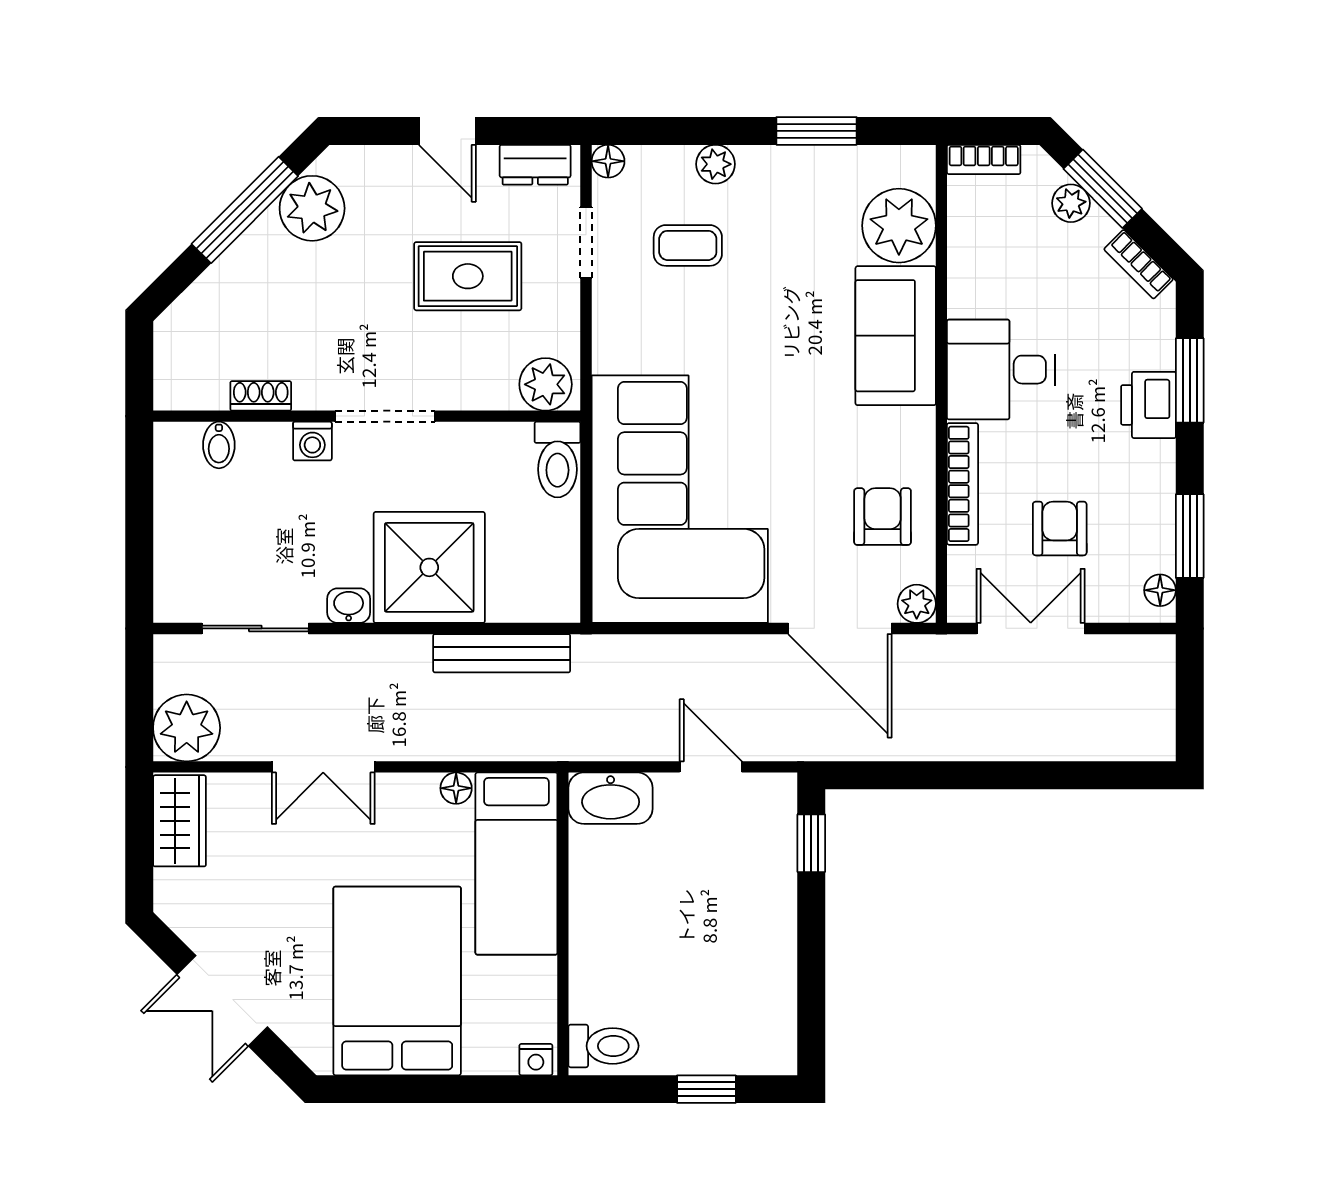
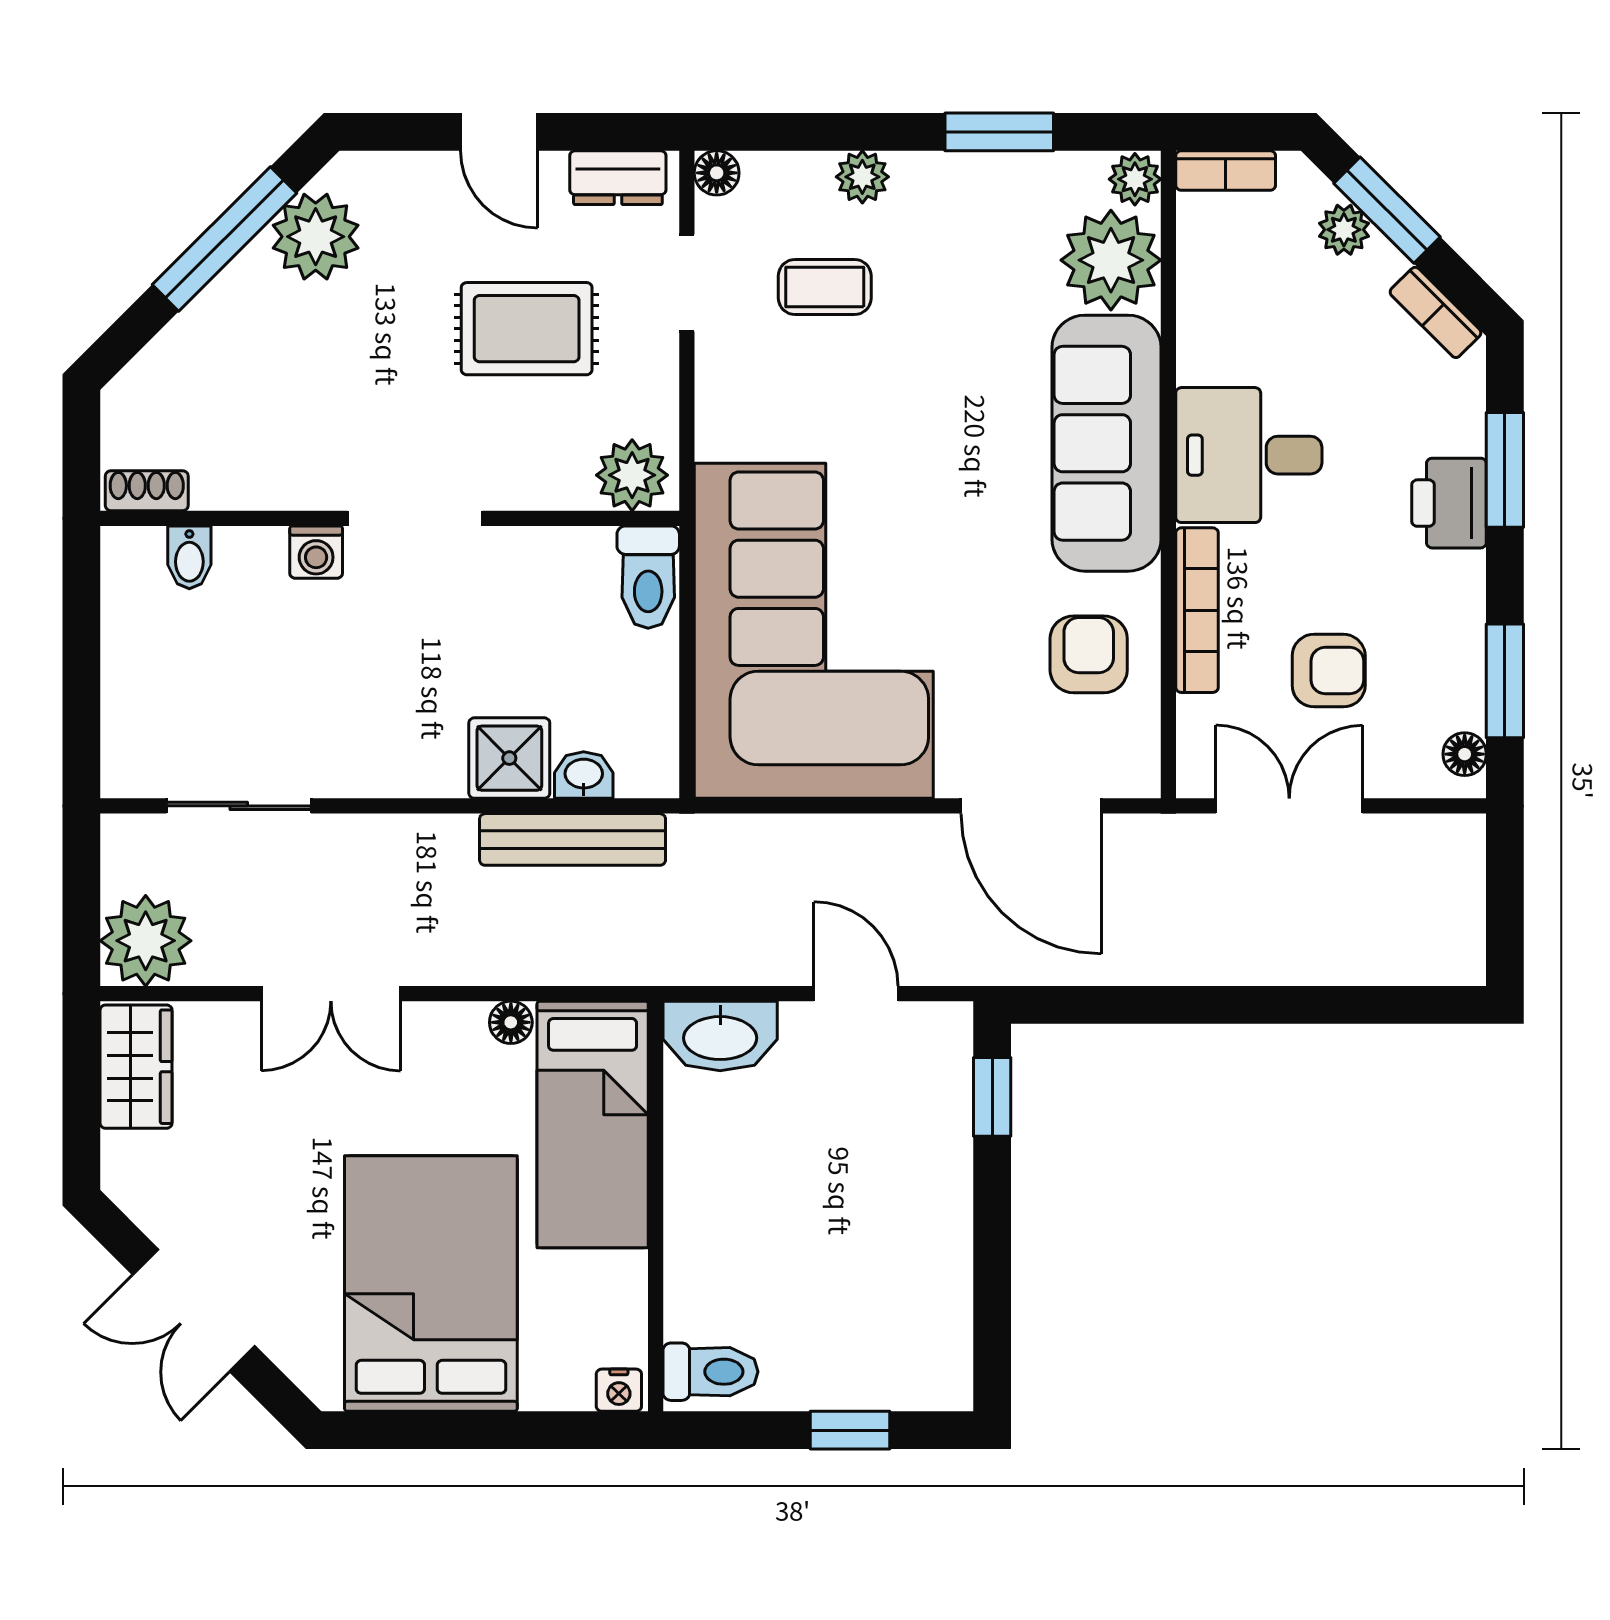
sofa: (896, 336) -> (1106, 443), width x1.36
shoe rack: (261, 396) -> (147, 491), moved
armchair: (1060, 529) -> (1329, 671), turned 90
shower: (429, 567) -> (509, 758), width x0.54, depth x0.54
plant: (917, 604) -> (1135, 179), moved
washbasin: (349, 606) -> (584, 775), moved

